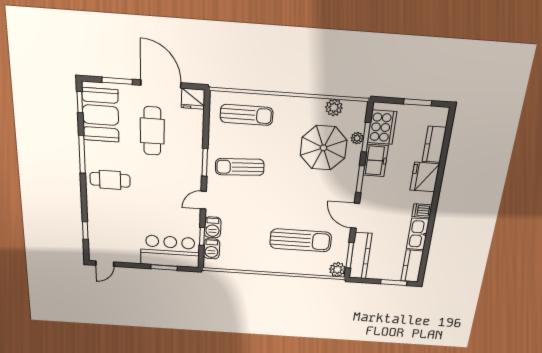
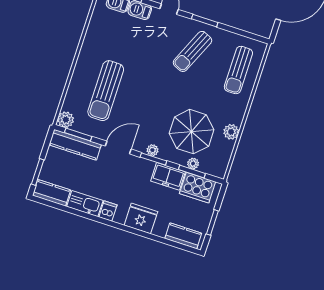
fridge: (193, 99) -> (264, 27), removed
plant: (334, 108) -> (231, 132), moved
kitchen counter: (434, 144) -> (183, 236), moved
sun lounger: (240, 167) -> (192, 51), turned -153
plant: (351, 182) -> (152, 150), added

